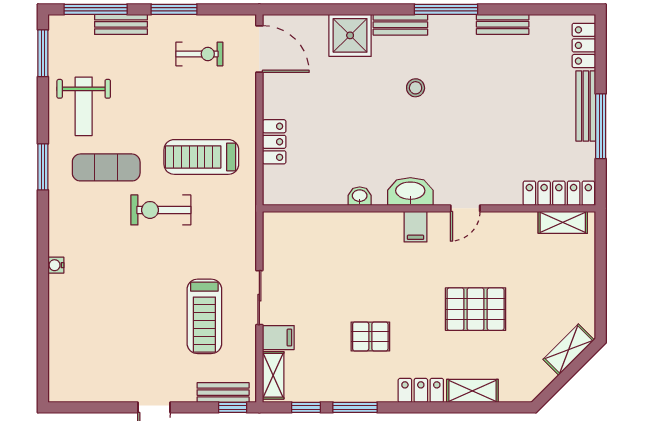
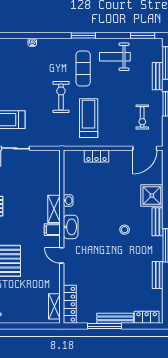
shelving: (376, 223) -> (54, 209), added

